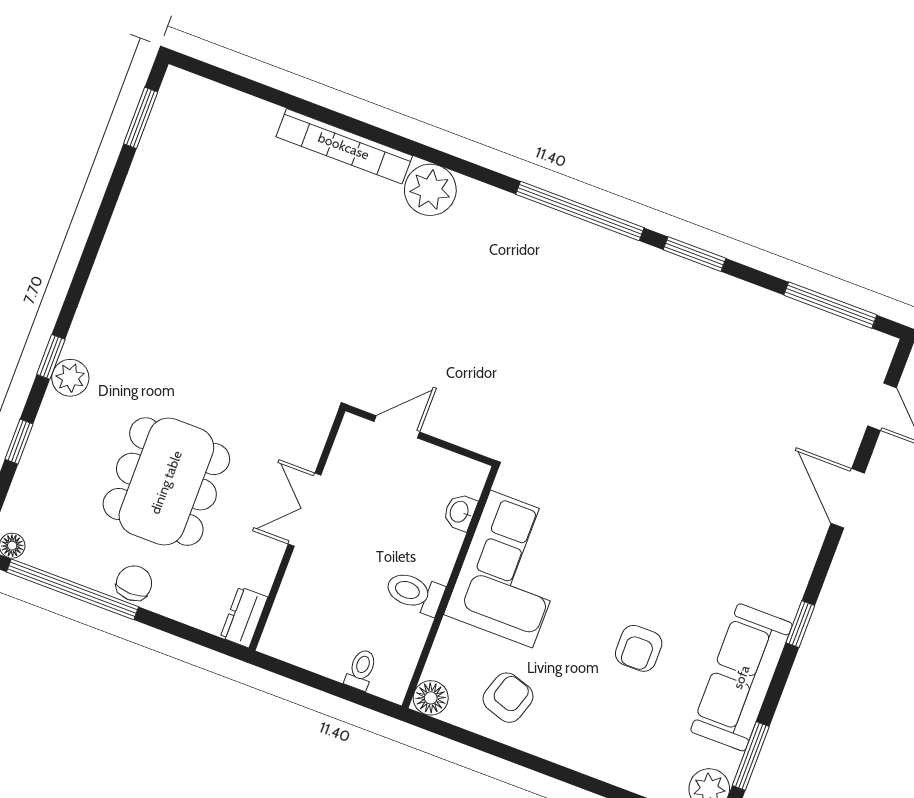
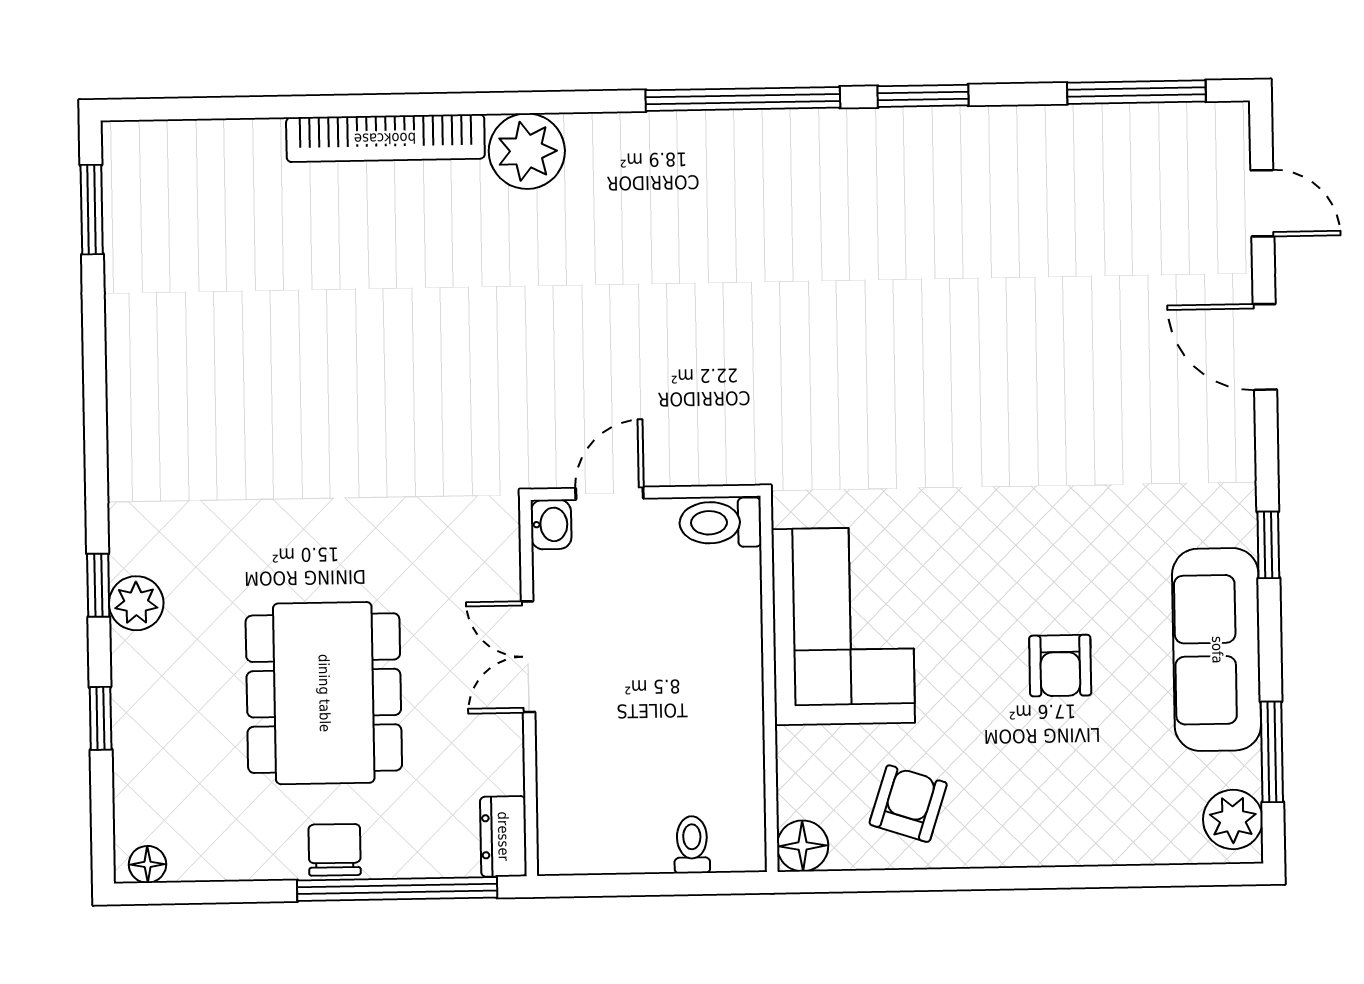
washbasin: (460, 512) -> (551, 524), moved, turned 180
window: (73, 589) -> (397, 889), moved
toilet: (415, 593) -> (720, 523), moved

